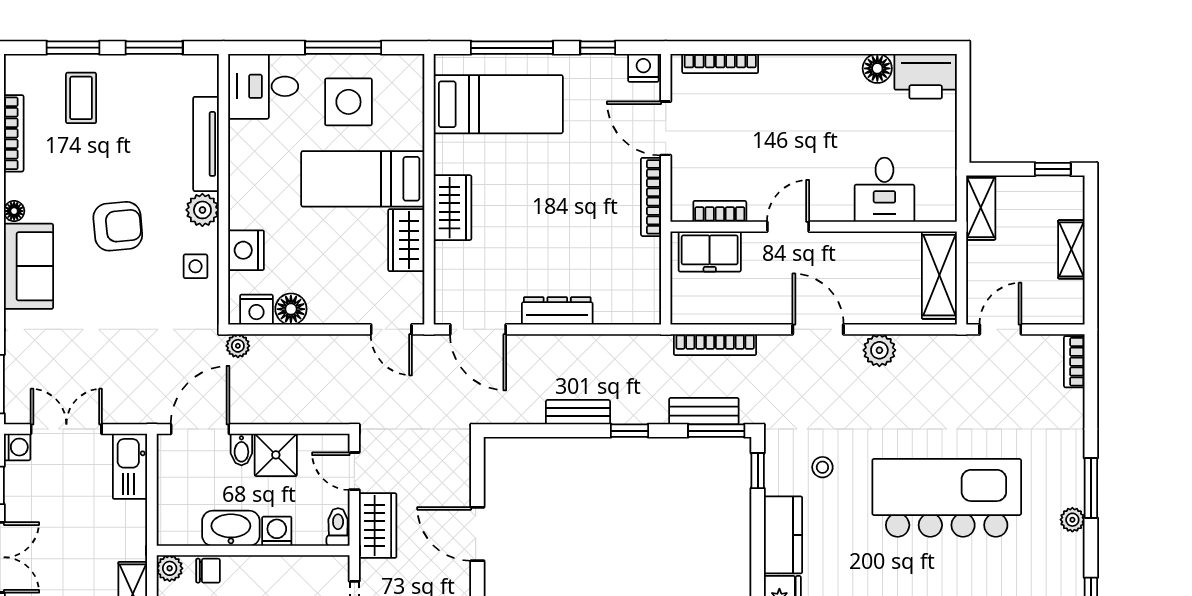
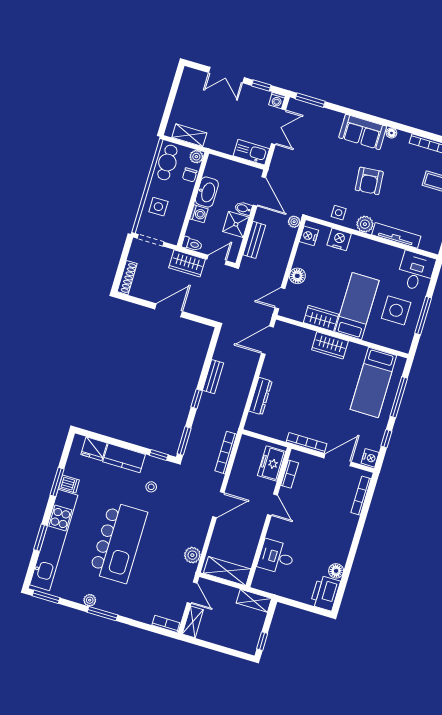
shelving: (1071, 249) -> (193, 622), moved, turned 90
floor lamp: (291, 309) -> (297, 276), moved
dresser: (557, 311) -> (260, 396), moved
plant: (879, 350) -> (192, 555), moved
bench: (704, 411) -> (254, 240), moved

